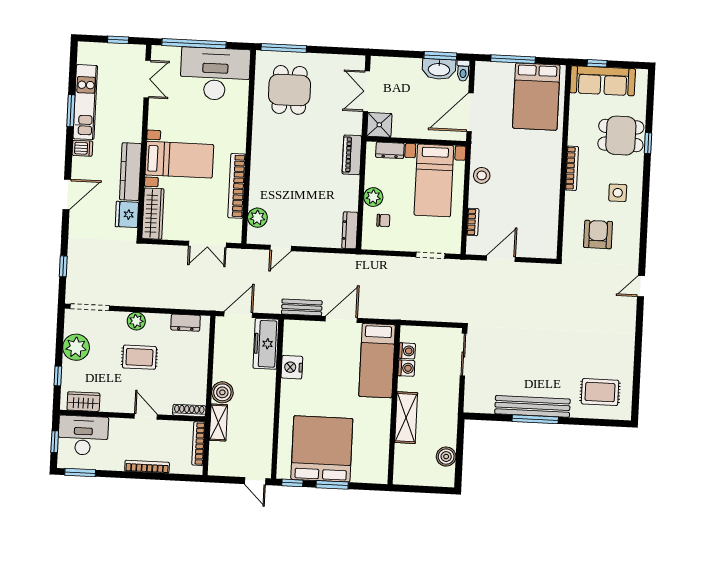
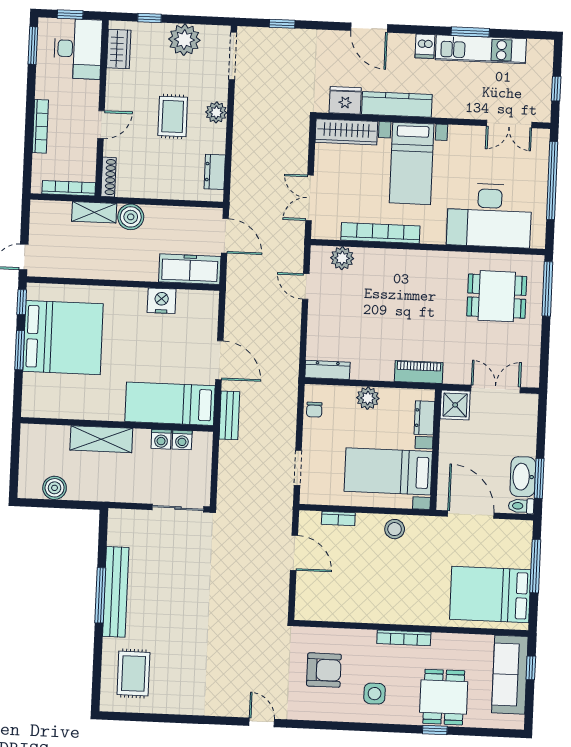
desk: (215, 74) -> (489, 215), moved, turned 90
chair: (383, 220) -> (314, 410), moved
bench: (302, 307) -> (229, 415), moved

